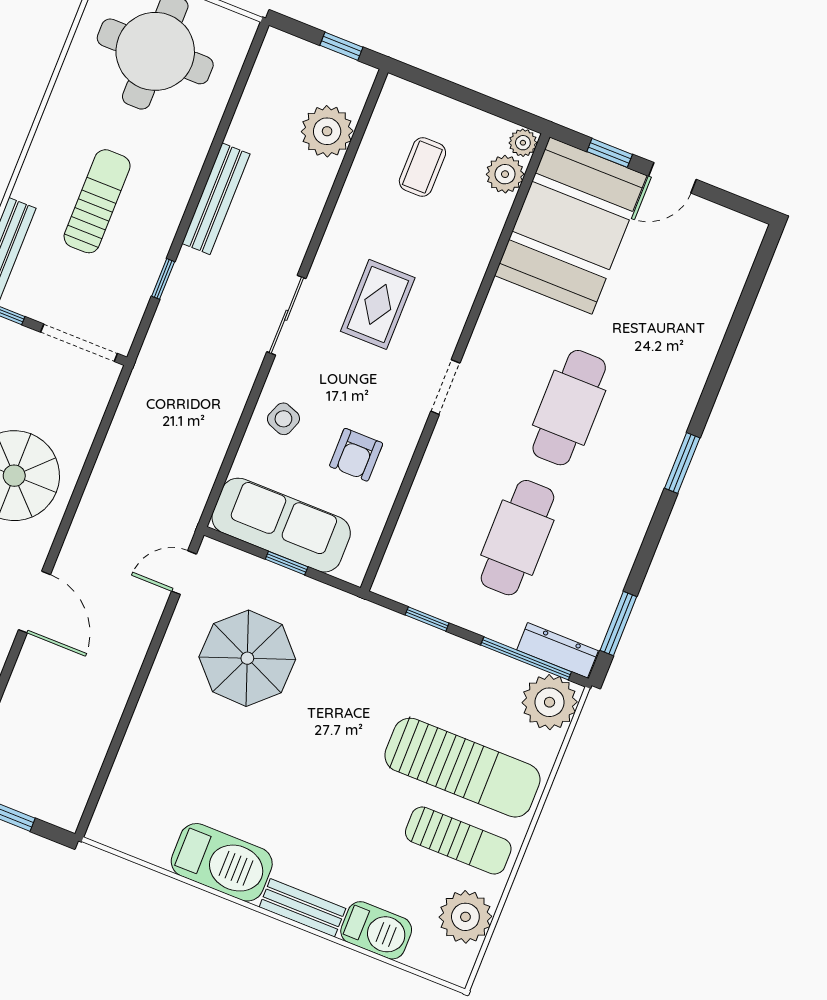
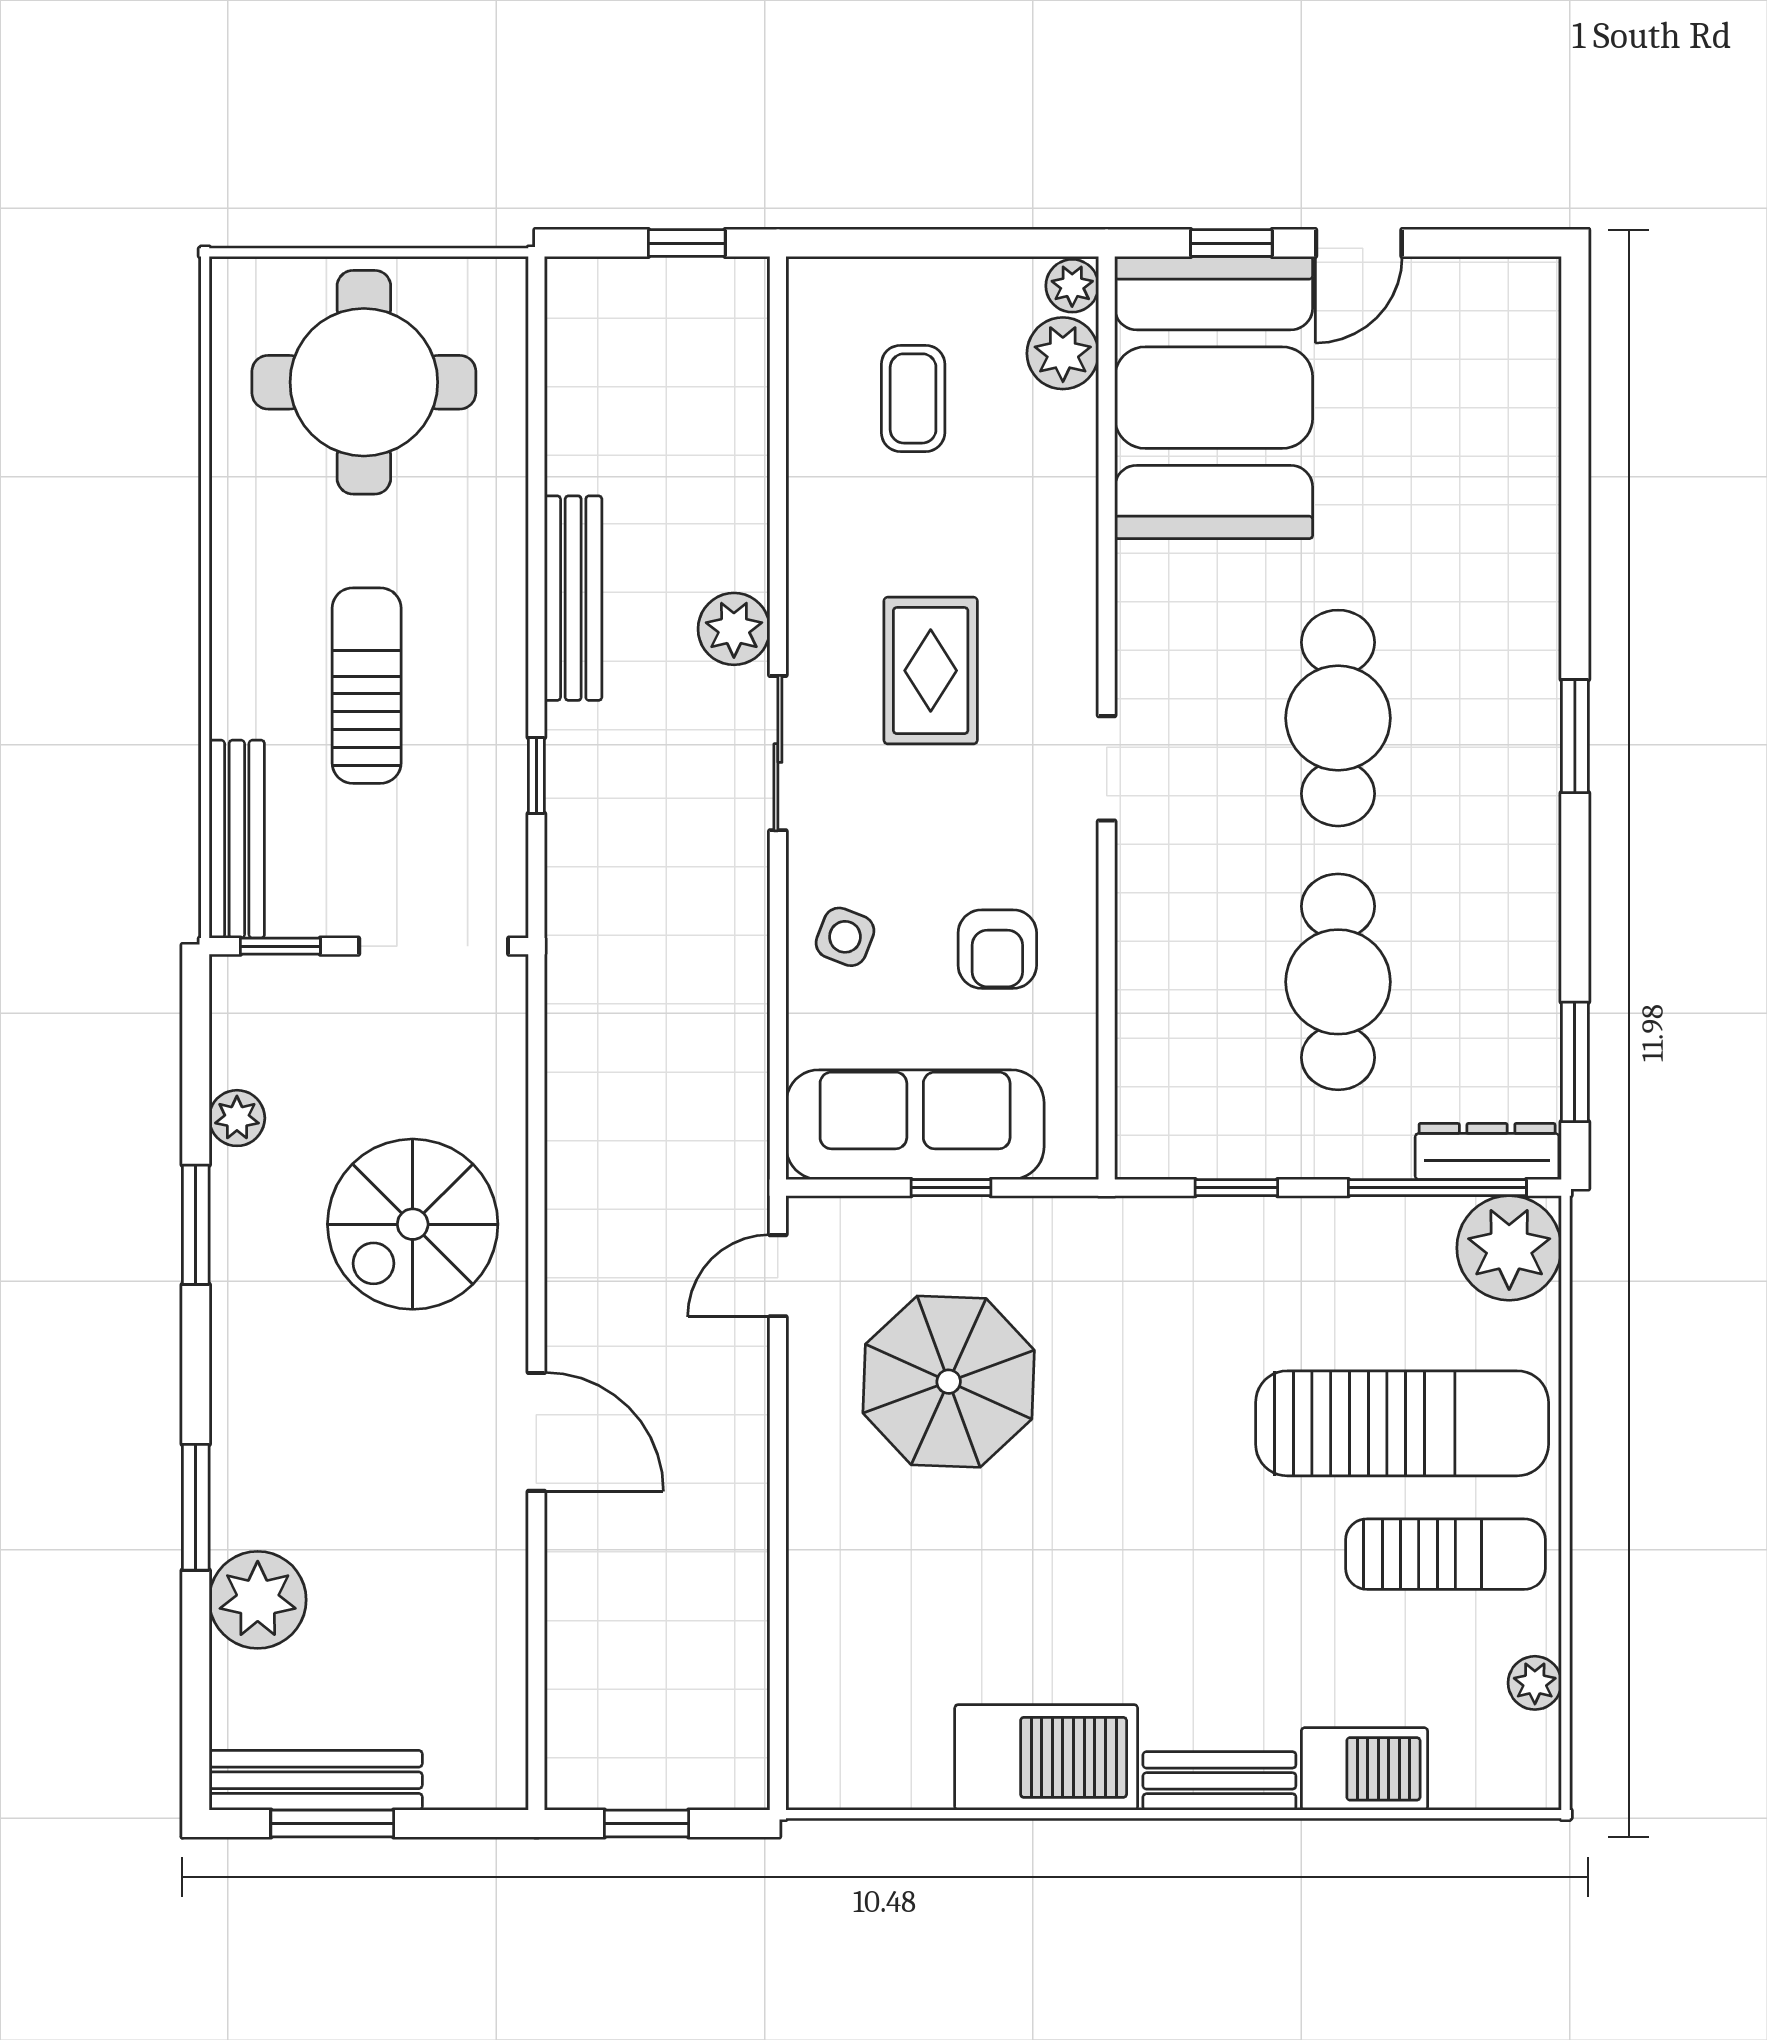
plant: (327, 131) -> (734, 629), moved, width x0.73, depth x0.73
plant: (465, 917) -> (1535, 1683), width x0.53, depth x0.53

